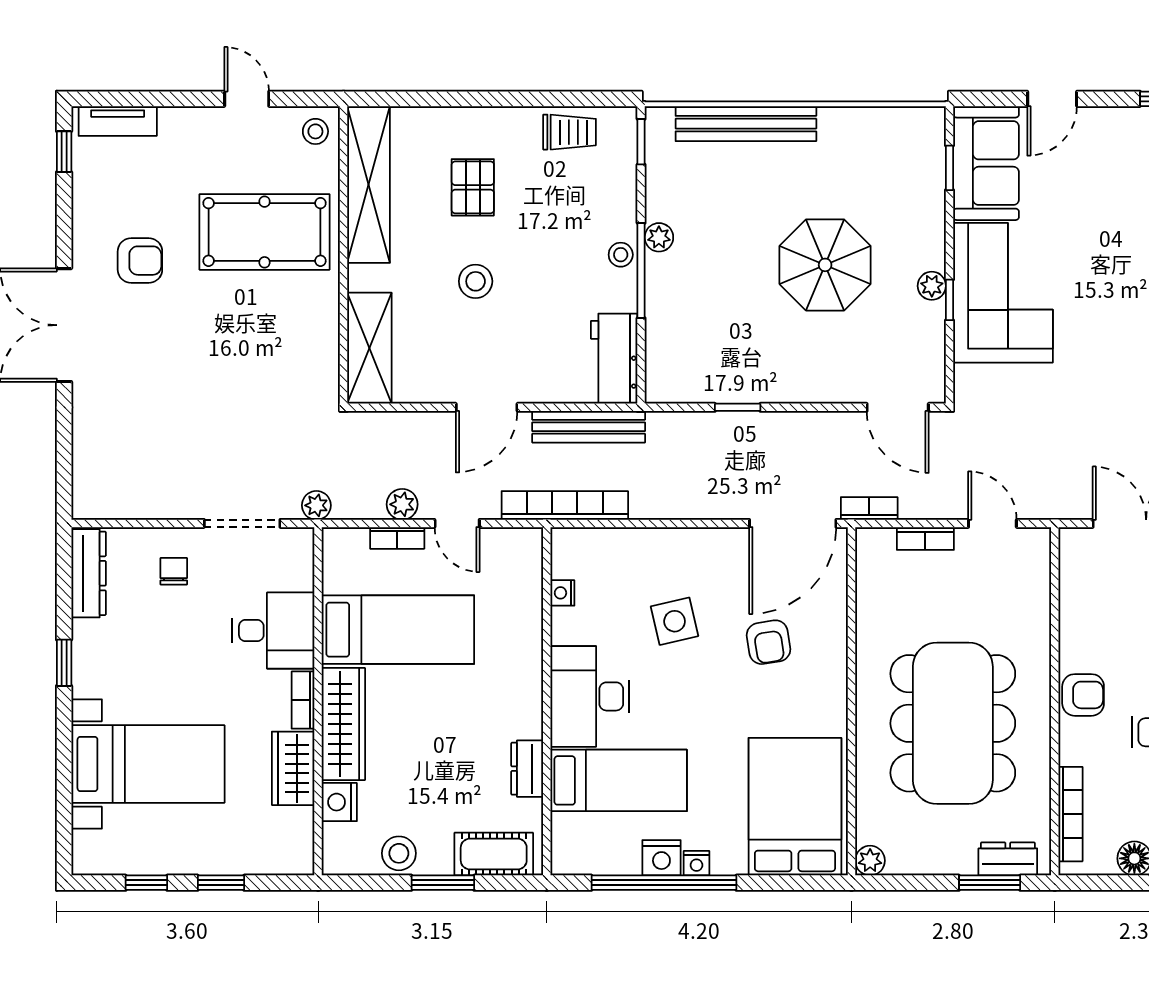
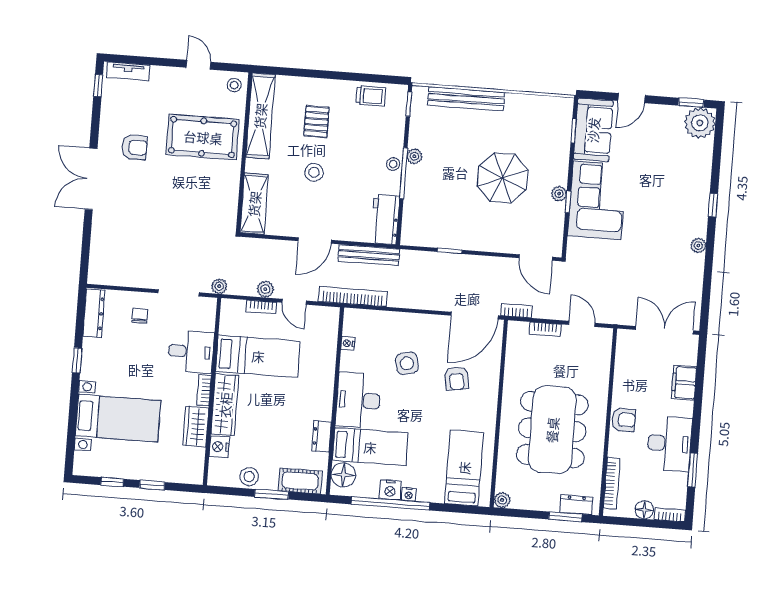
bed: (795, 807) -> (464, 468), width x0.67
floor lamp: (573, 837) -> (343, 475), added

